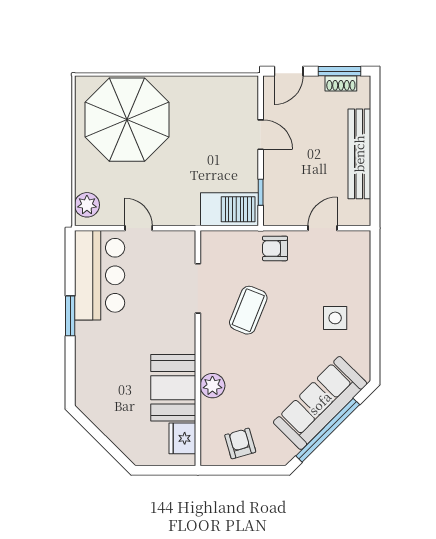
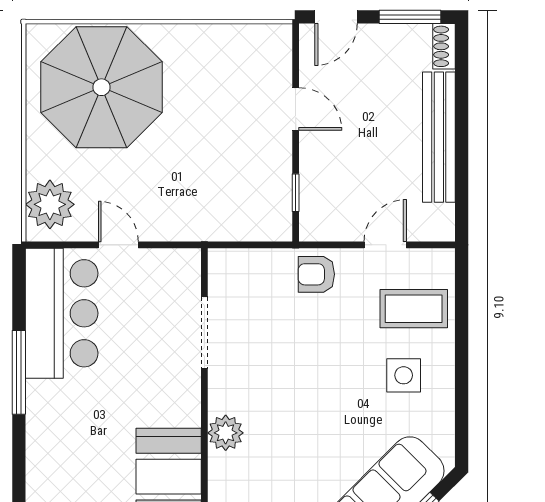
shoe rack: (341, 83) -> (444, 46), moved, turned 90
plant: (87, 205) -> (50, 204), width x1.36, depth x1.36
barbecue: (230, 209) -> (250, 217), removed
coffee table: (248, 310) -> (414, 309), moved, turned 68
window: (70, 316) -> (19, 372), width x1.44
plant: (212, 386) -> (226, 433), moved

